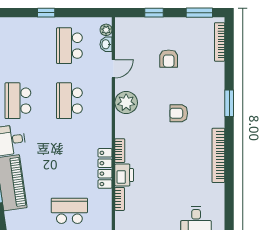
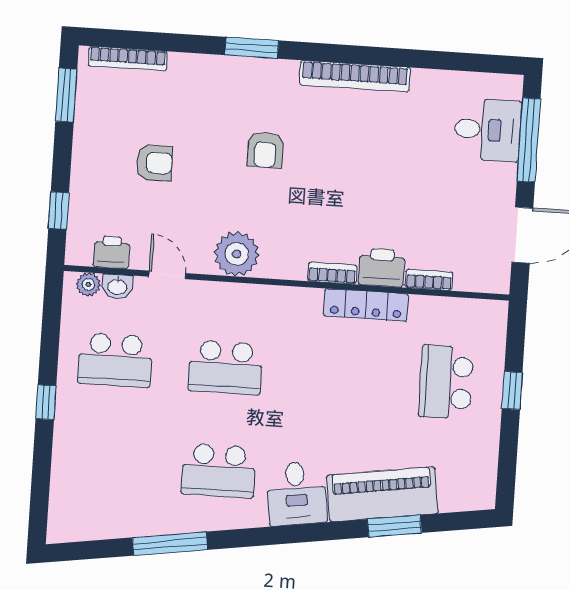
window: (154, 13) -> (59, 211), moved
printer: (123, 40) -> (112, 252), added

